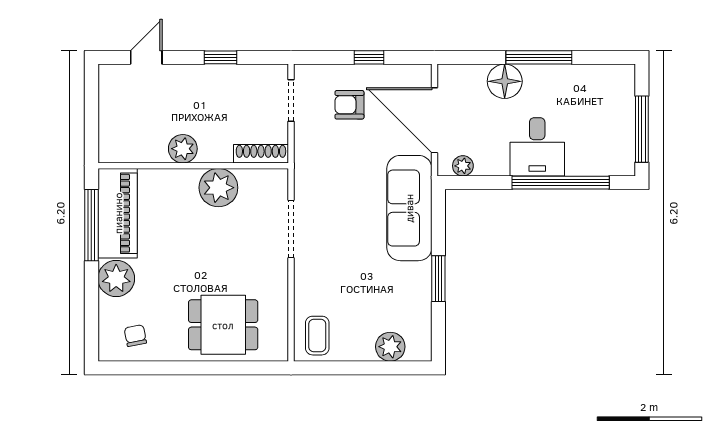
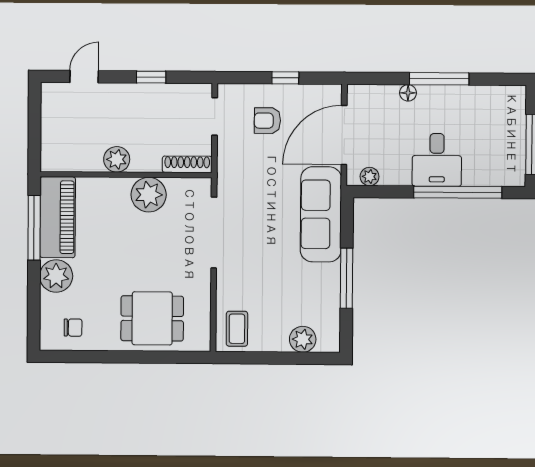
floor lamp: (505, 81) -> (408, 93), width x0.53, depth x0.53
door: (434, 120) -> (344, 135), hinge flipped
doorway: (291, 229) -> (214, 233), width x1.36
window: (438, 279) -> (347, 278), width x1.44
chair: (135, 336) -> (73, 328), turned 101

